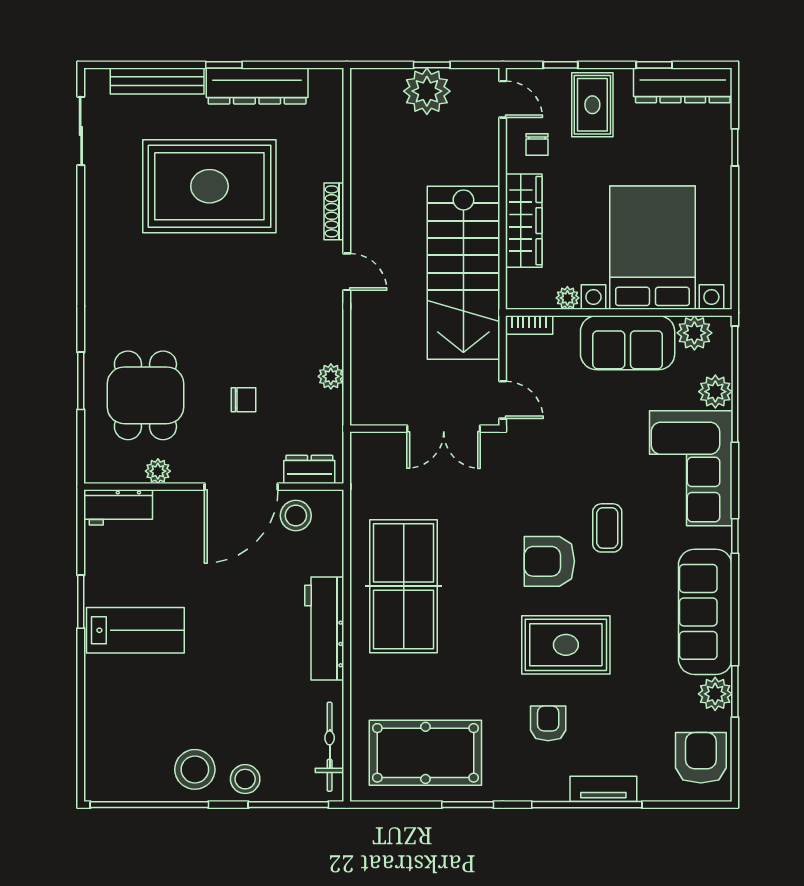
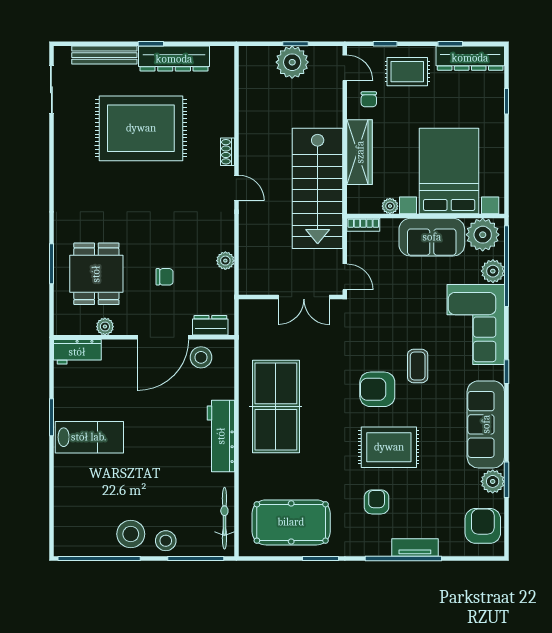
rug: (592, 105) -> (407, 72), turned 90
shoe rack: (334, 211) -> (228, 152), width x0.70
plant: (694, 333) -> (483, 235), width x1.36, depth x1.36

